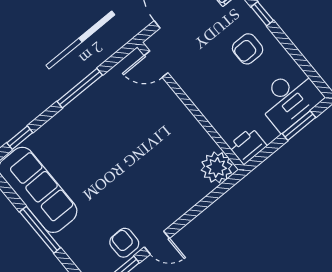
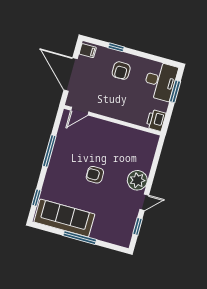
plant: (217, 167) -> (137, 180), moved
armchair: (124, 243) -> (95, 175), moved

